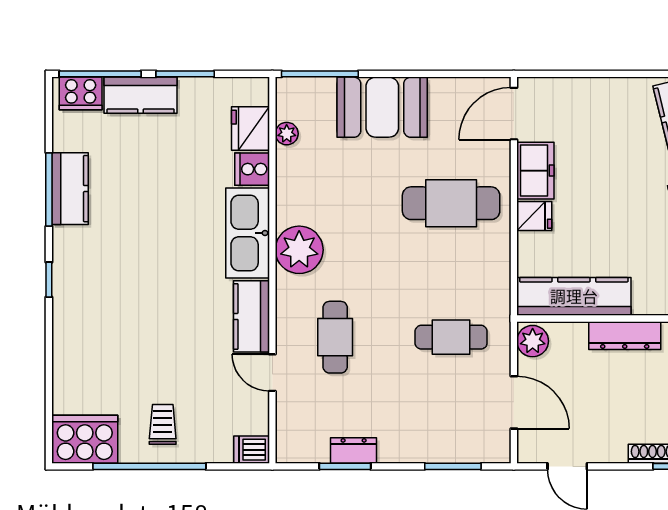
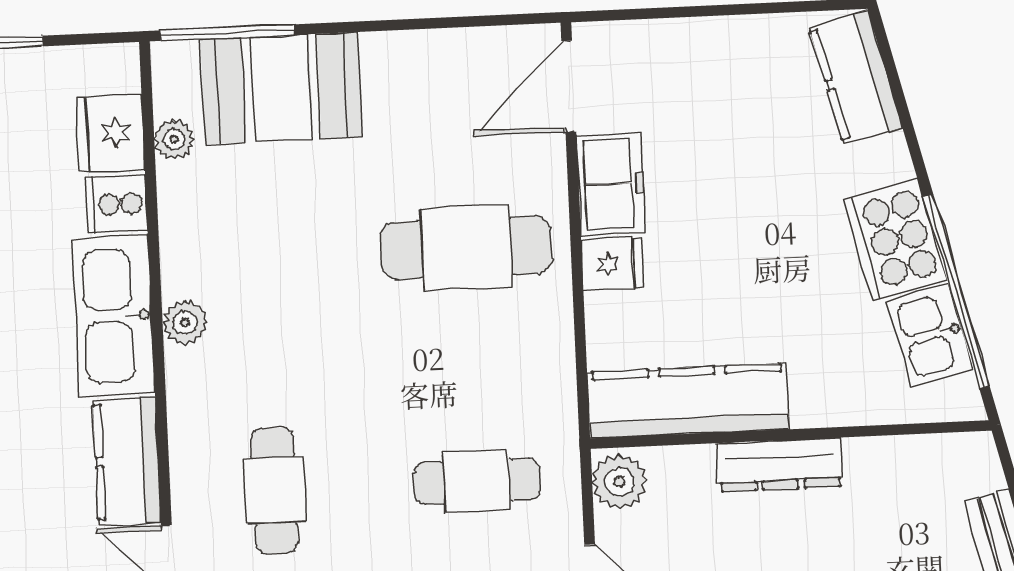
booth: (382, 107) -> (281, 88), moved
plant: (299, 250) -> (185, 323), width x0.53, depth x0.53

